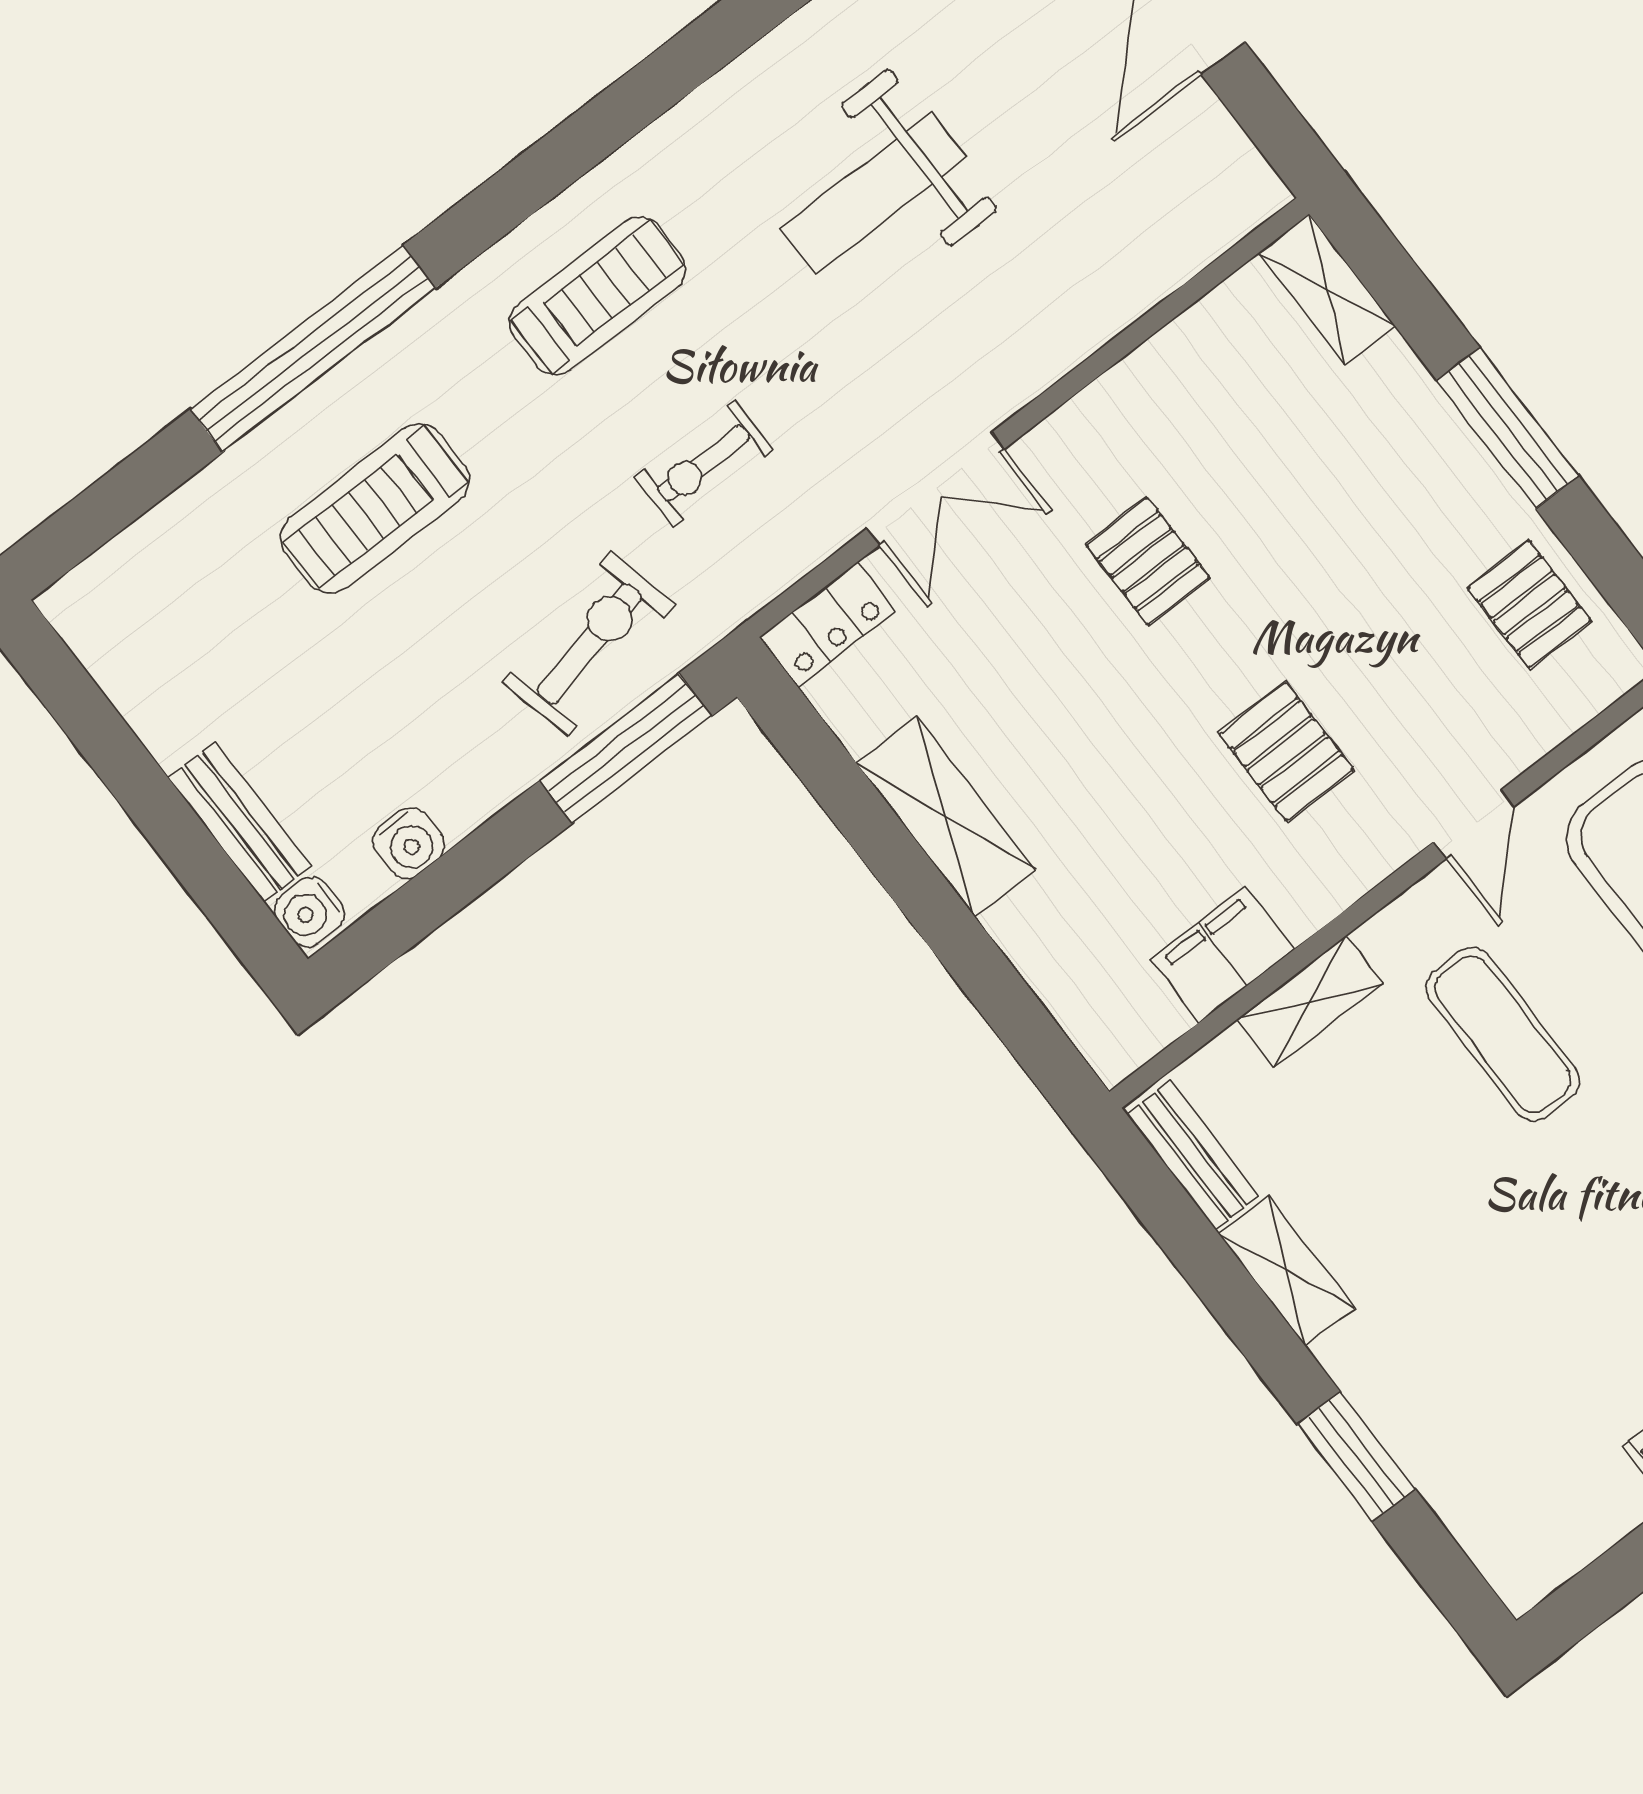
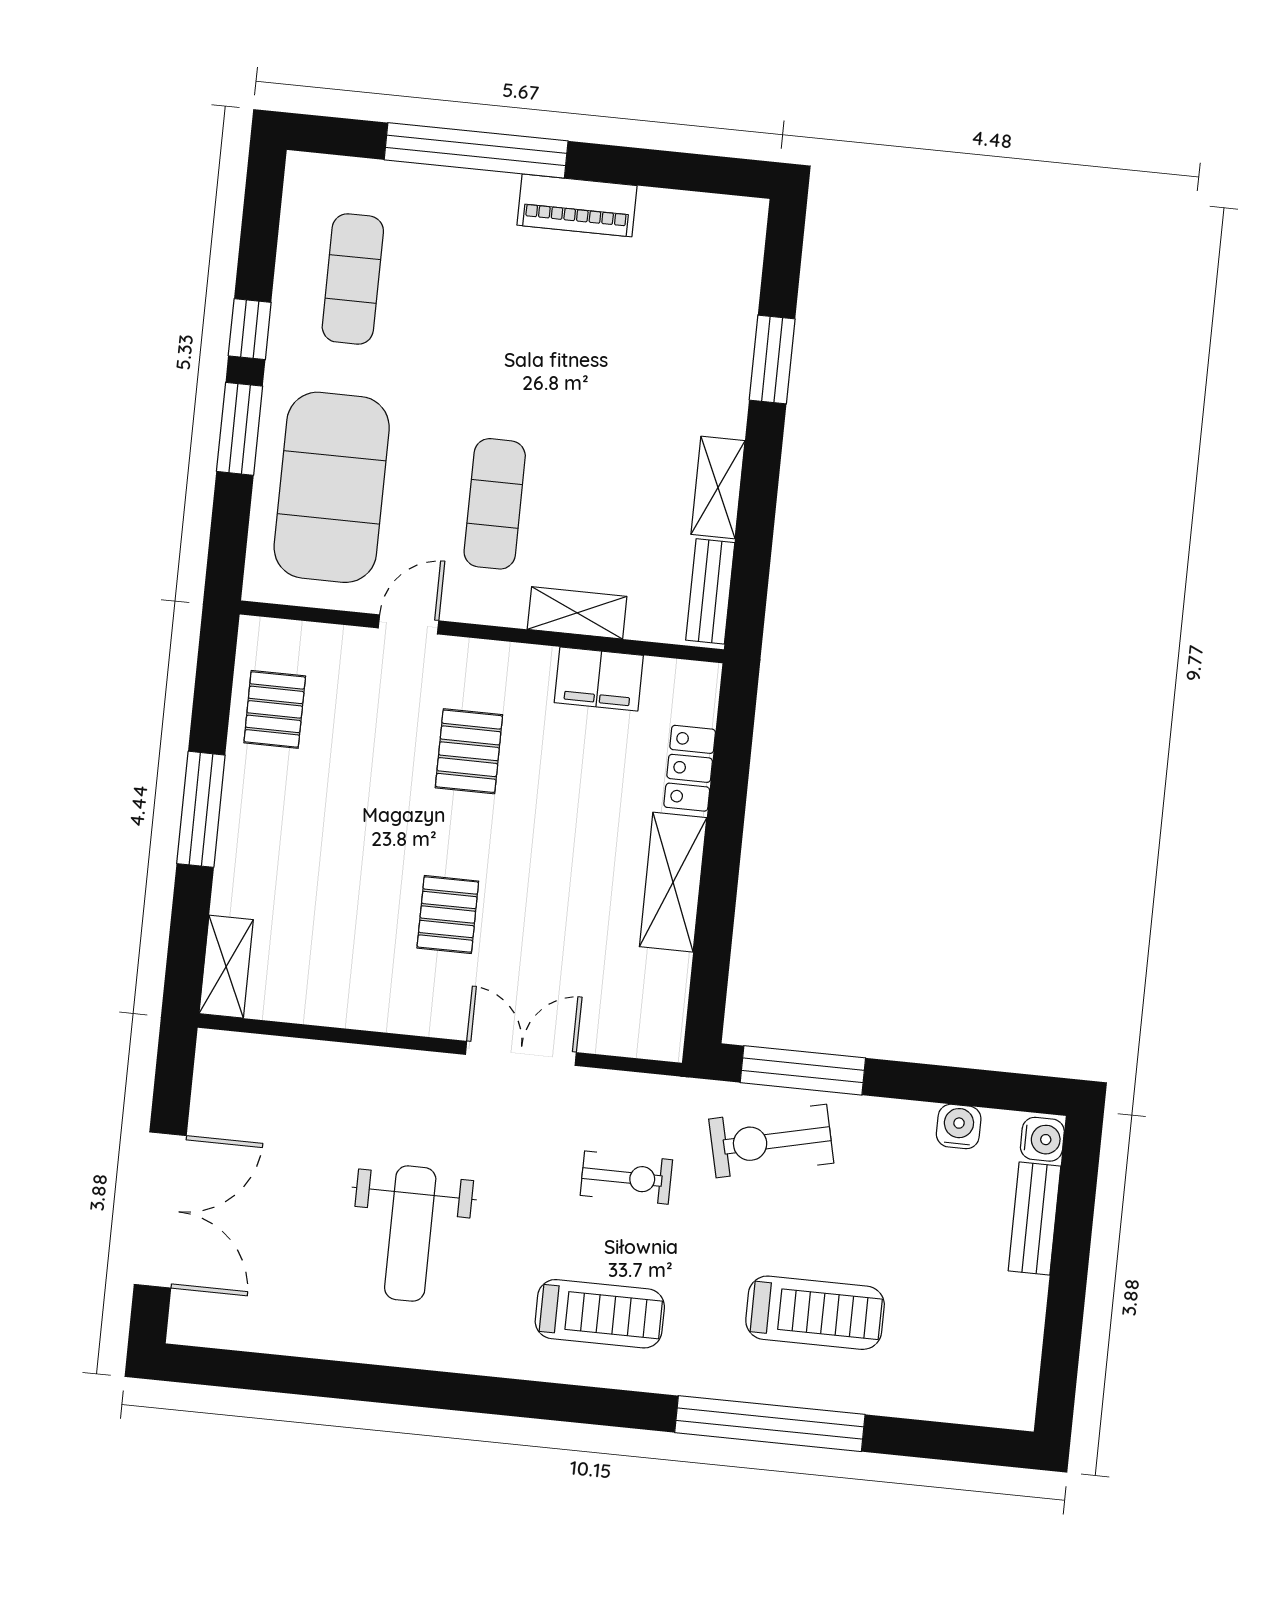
weight bench: (873, 193) -> (410, 1234), turned 90
treadmill: (598, 296) -> (600, 1314), turned 180
locker: (828, 624) -> (690, 768), moved, turned -90

